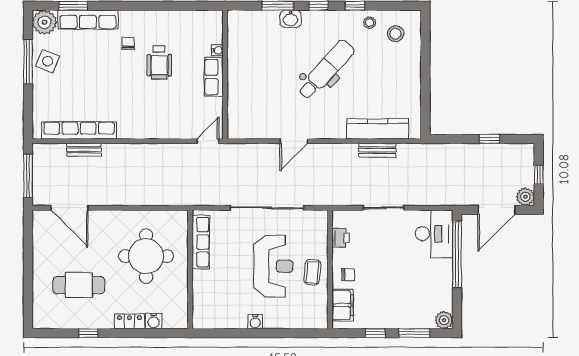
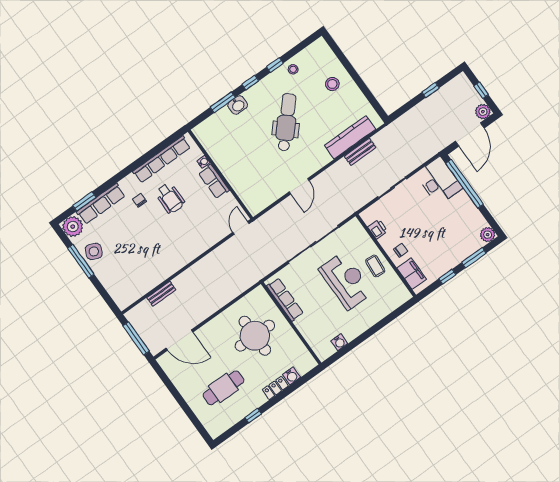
stool: (396, 34) -> (332, 84), moved
row of seats: (79, 130) -> (162, 159), moved, turned 180
water cooler: (255, 322) -> (339, 342), moved

